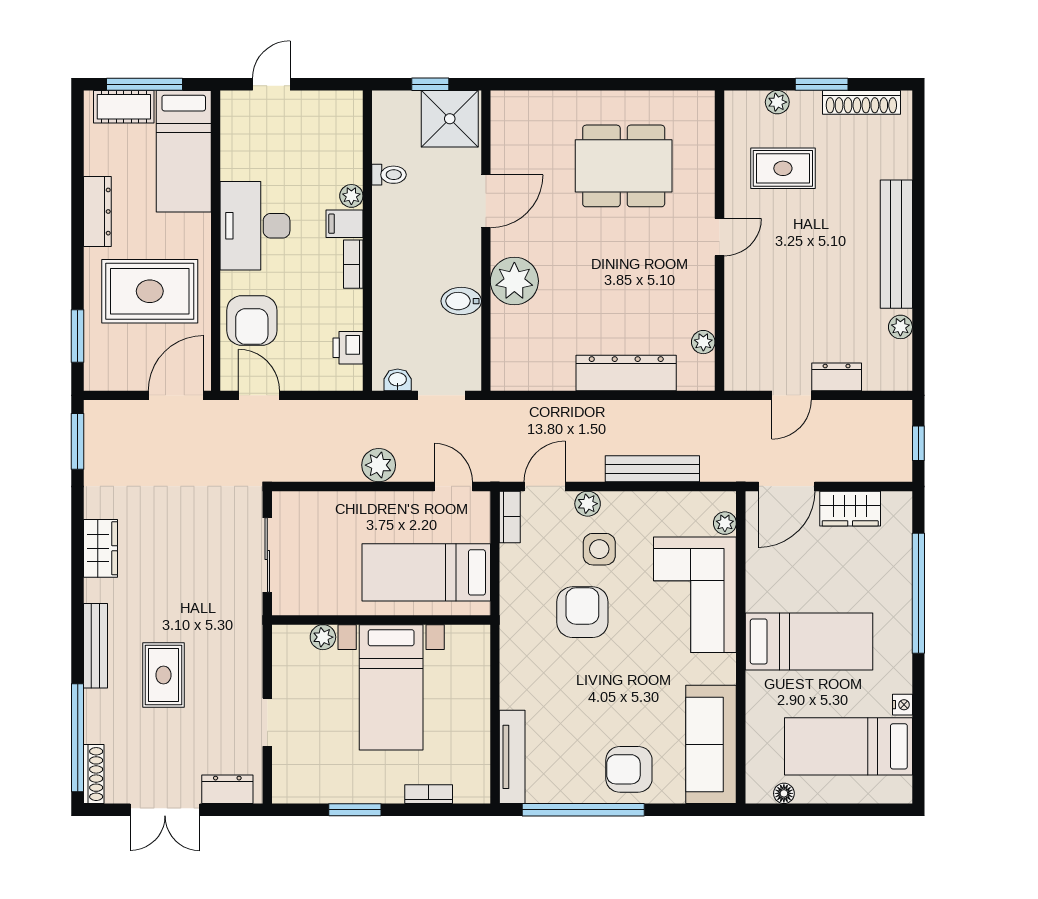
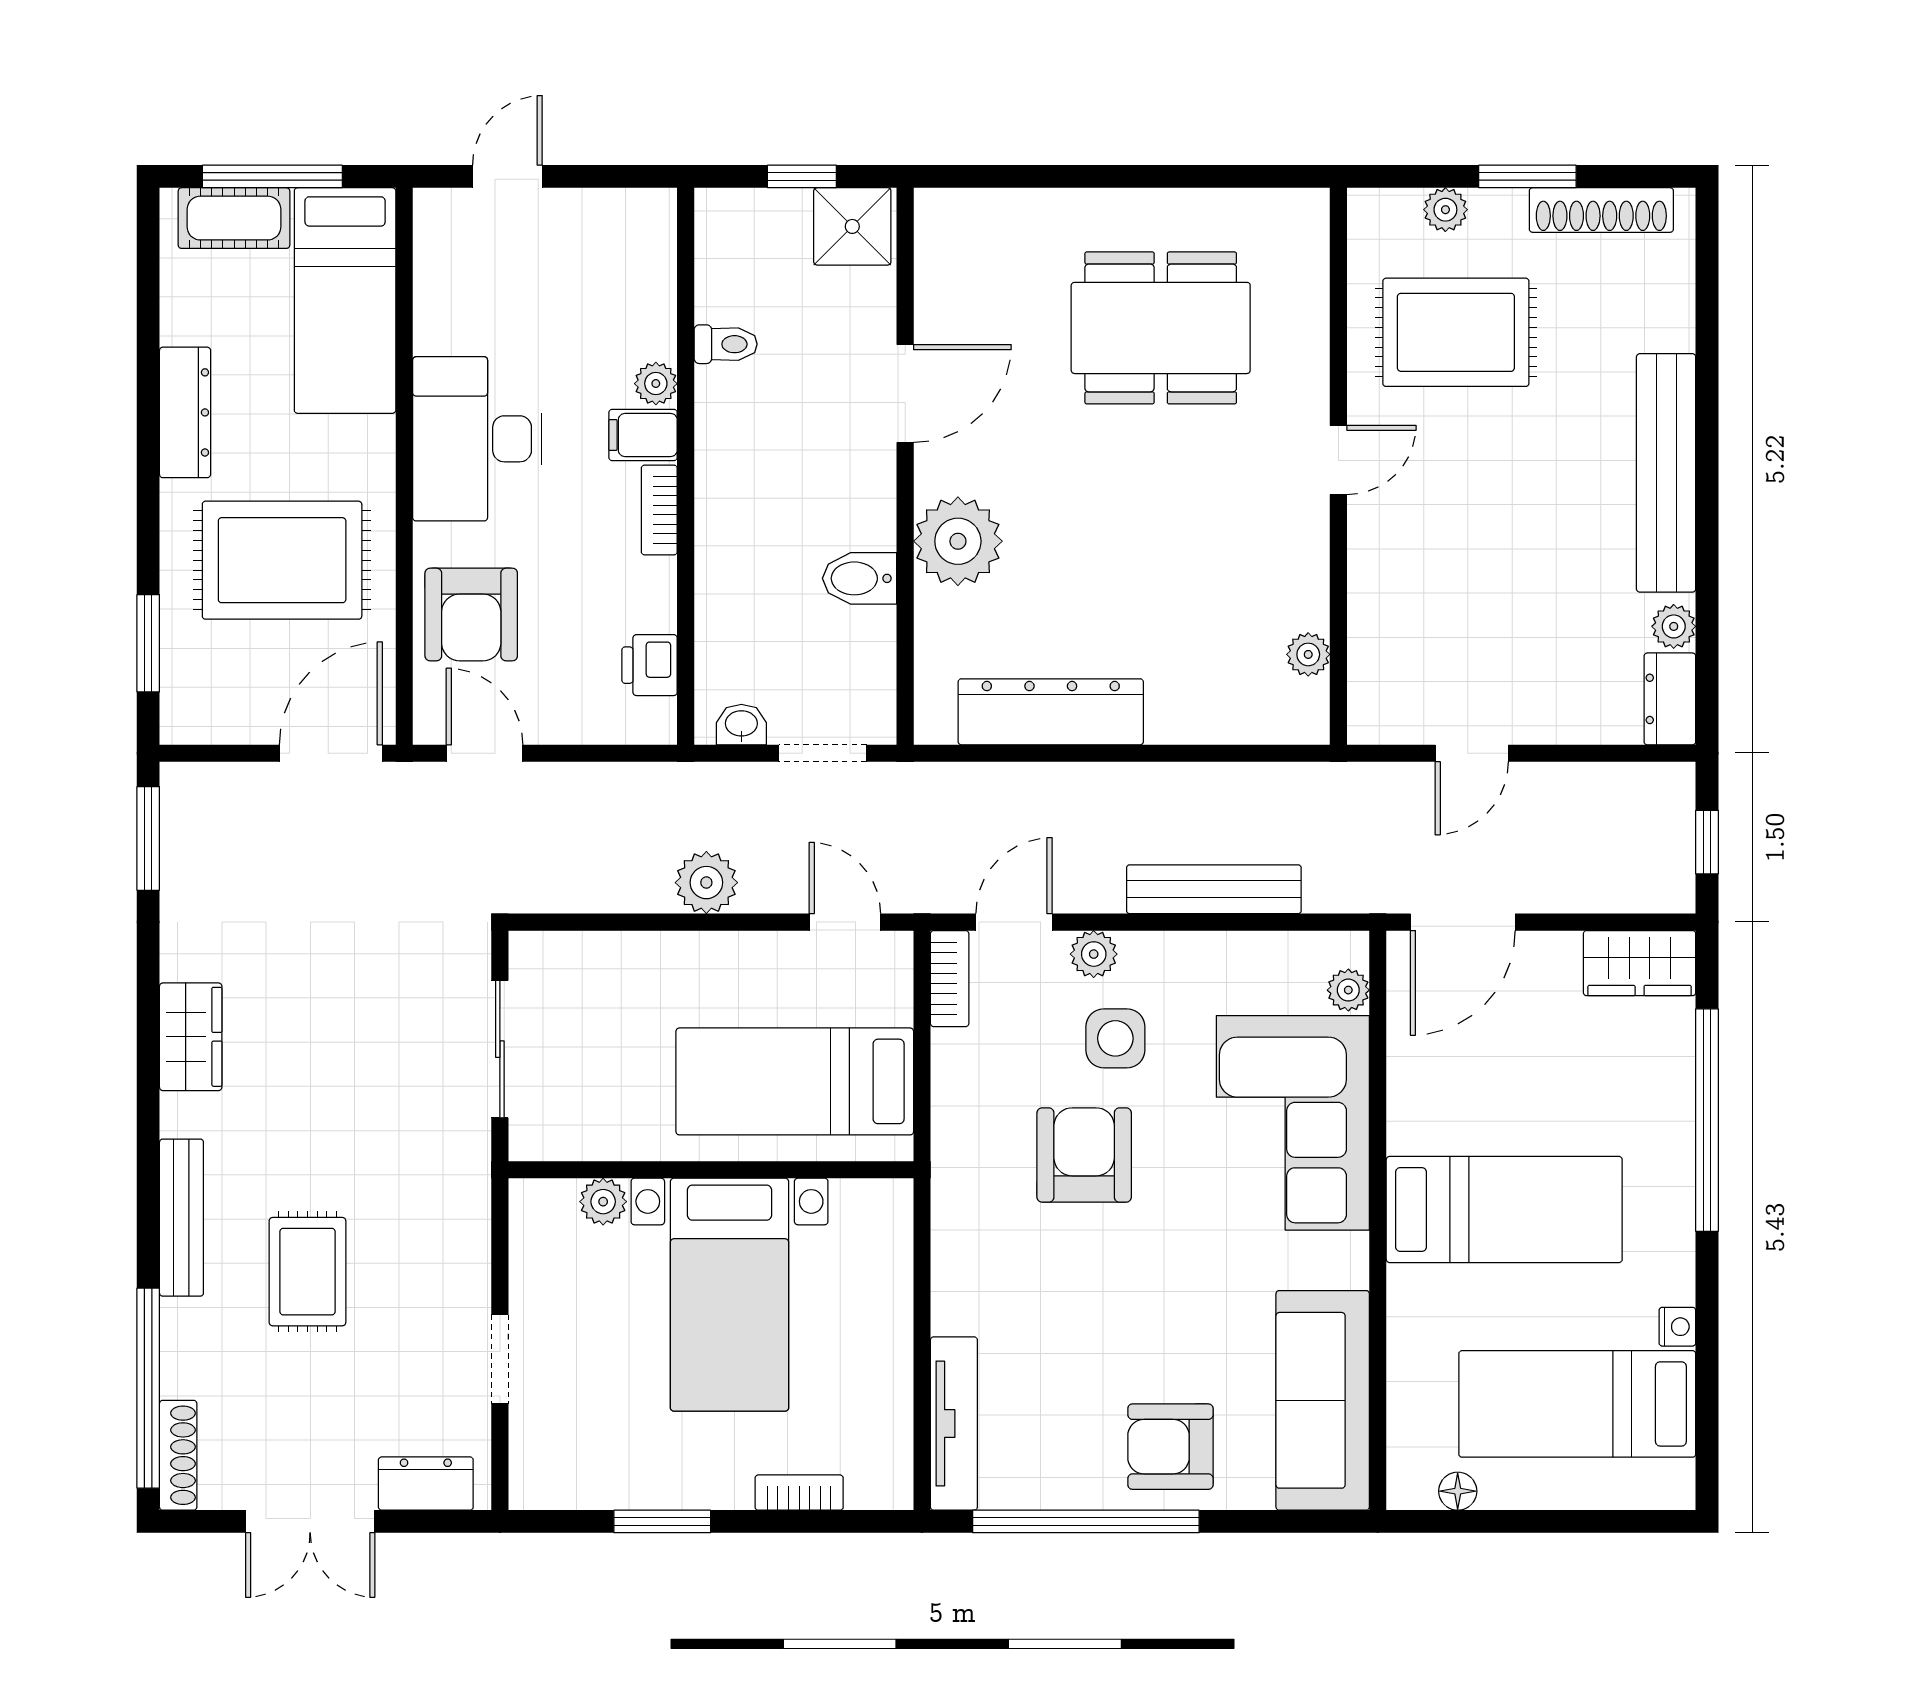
shower: (450, 119) -> (852, 226), width x0.73, depth x0.73
rug: (783, 168) -> (1456, 332), width x1.36, depth x1.43
dresser: (626, 373) -> (1051, 712), moved
dresser: (837, 377) -> (1670, 699), moved, turned -90
wardrobe: (850, 509) -> (1640, 963), moved

